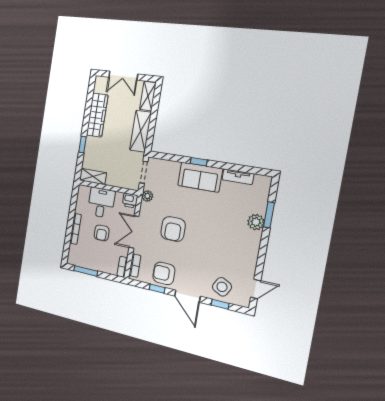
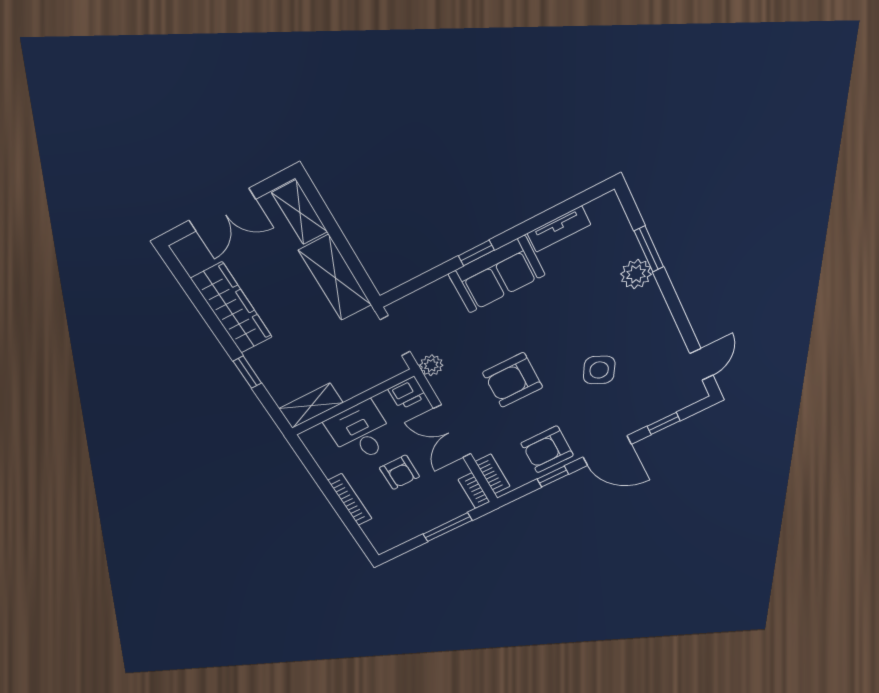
armchair: (173, 229) -> (513, 380), turned 90
window: (86, 271) -> (447, 527), moved
side table: (222, 287) -> (599, 370), moved

